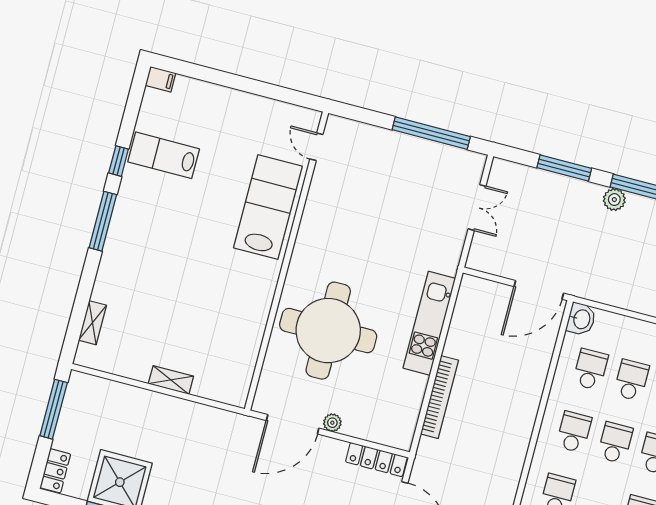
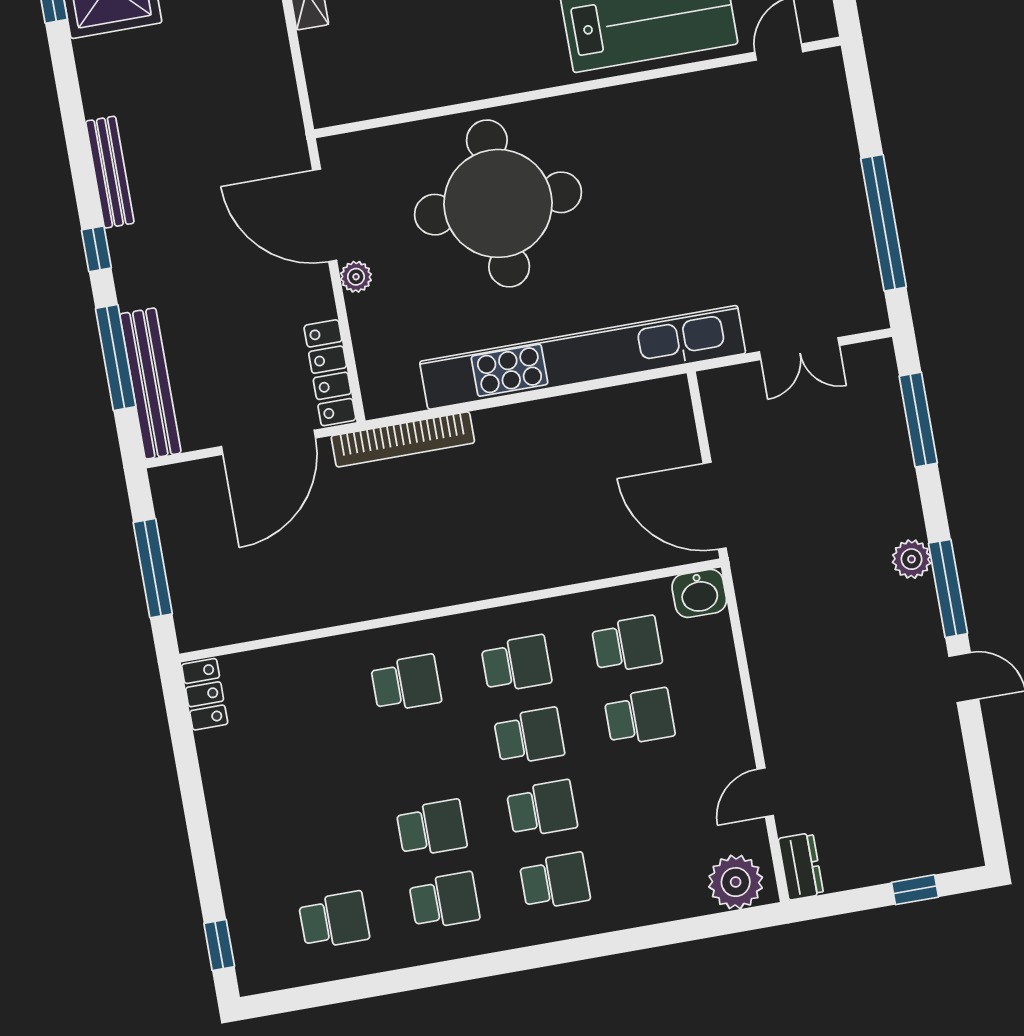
window: (564, 168) -> (918, 420), moved
kitchen unit: (429, 323) -> (583, 357), width x1.86
bookcase: (439, 397) -> (403, 439), moved

